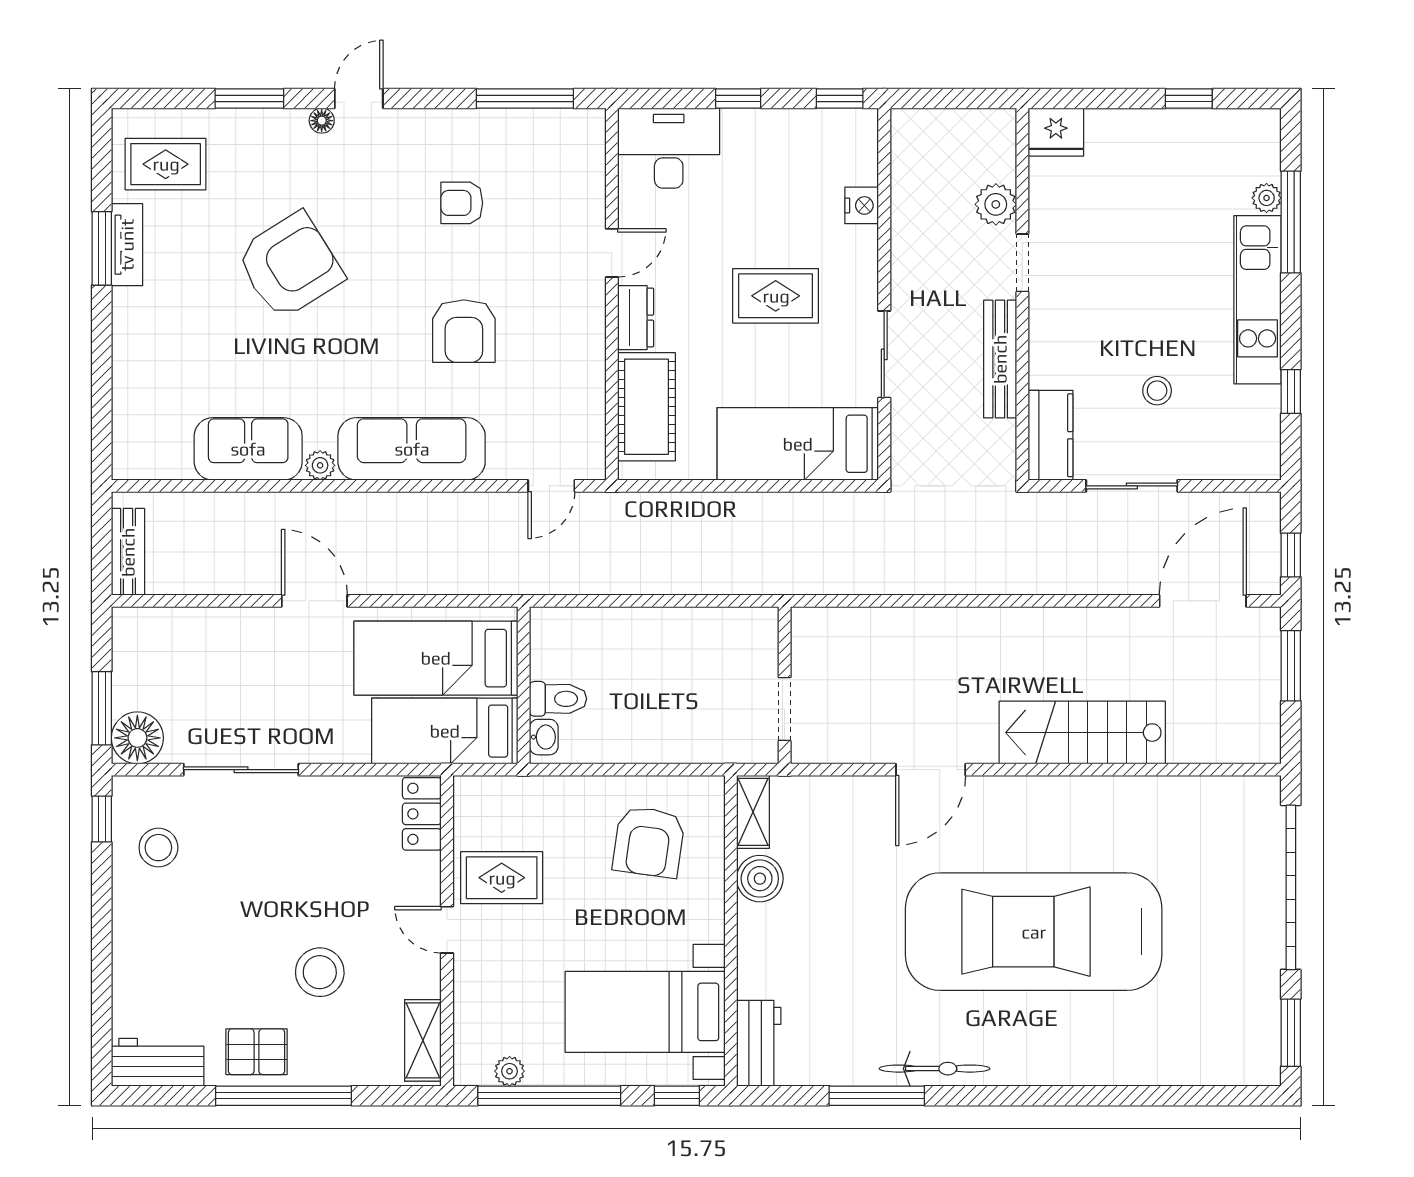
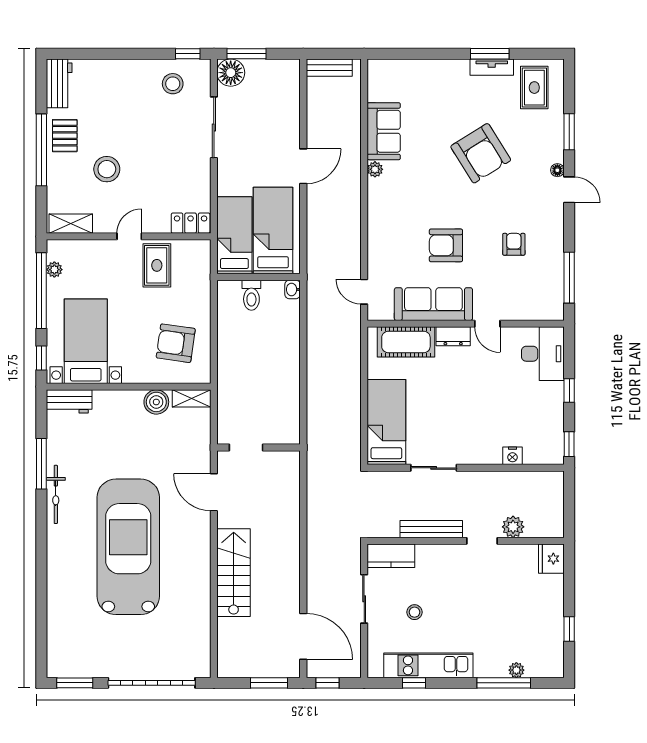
rug: (776, 296) -> (465, 410), removed
kitchen unit: (1258, 300) -> (428, 665), moved
sofa: (412, 449) -> (433, 304), moved, turned -90
wall: (785, 685) -> (259, 447), moved
doorway: (785, 709) -> (246, 447), moved
washbasin: (544, 737) -> (293, 289), moved, turned 90

